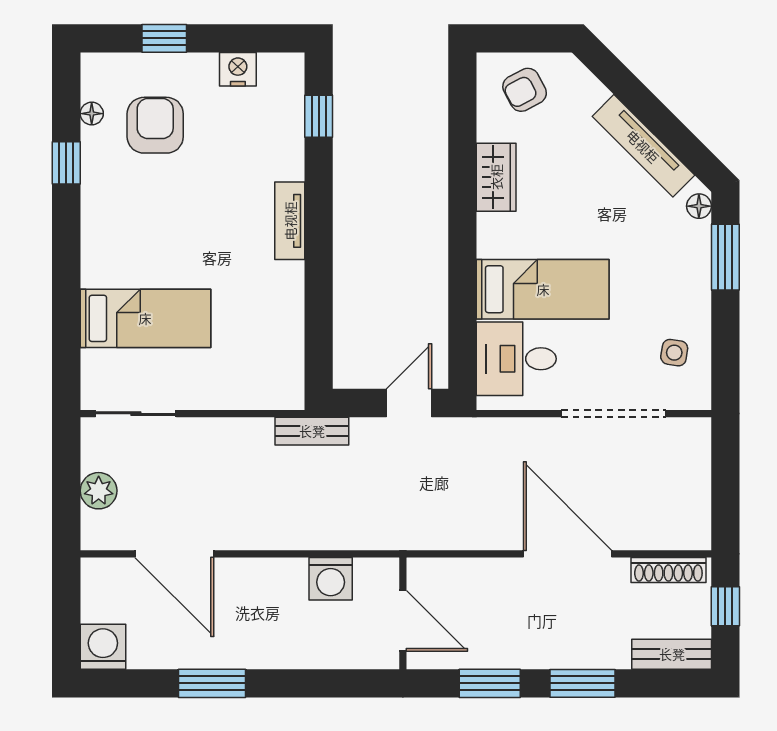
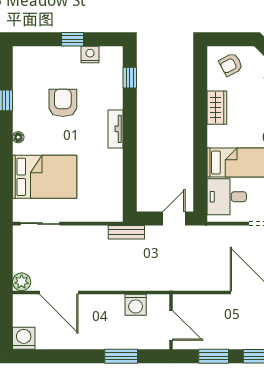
window: (164, 38) -> (72, 39), moved
floor lamp: (92, 114) -> (18, 137), moved
armchair: (155, 125) -> (63, 103), moved
bed: (145, 318) -> (45, 177), width x1.50
plant: (99, 491) -> (22, 282), moved
window: (212, 683) -> (121, 356), moved

